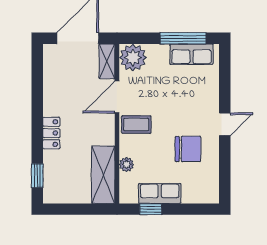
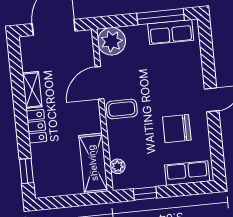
shelving: (107, 61) -> (32, 90), moved
chair: (188, 149) -> (177, 129), turned 180
plant: (127, 165) -> (118, 166), moved
row of seats: (160, 193) -> (187, 173), moved

